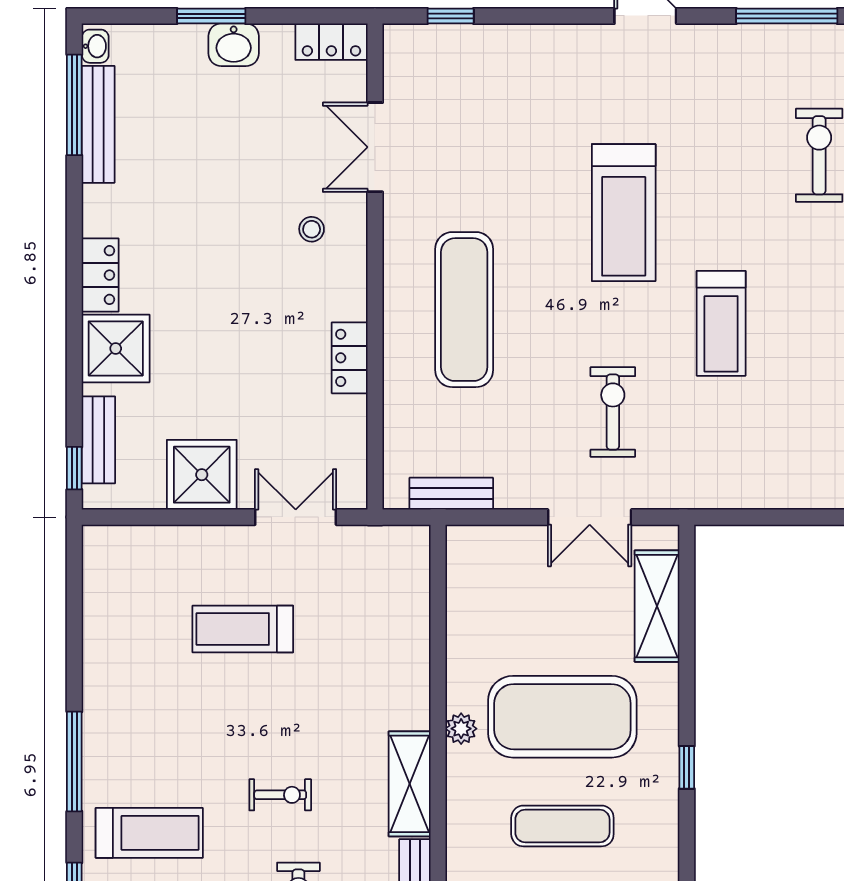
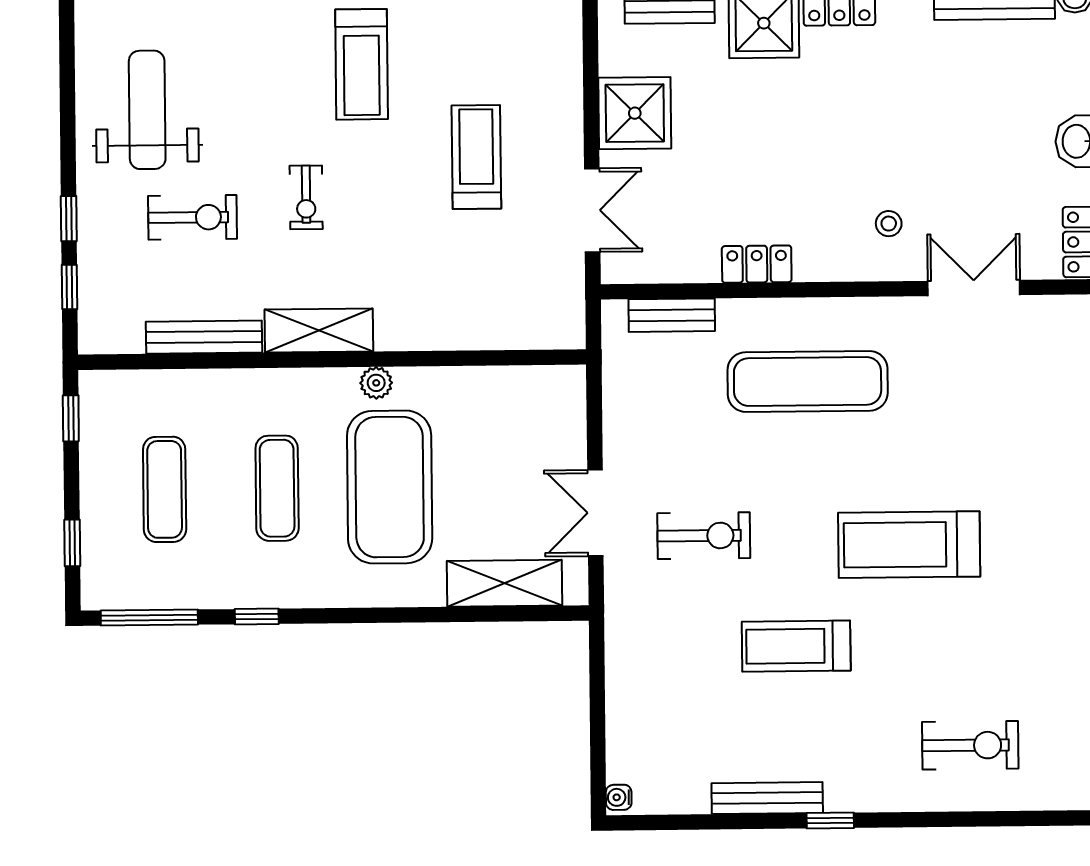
bench: (451, 494) -> (672, 315), moved, turned 90
window: (687, 767) -> (257, 616), moved
treadmill: (149, 833) -> (362, 64), moved

